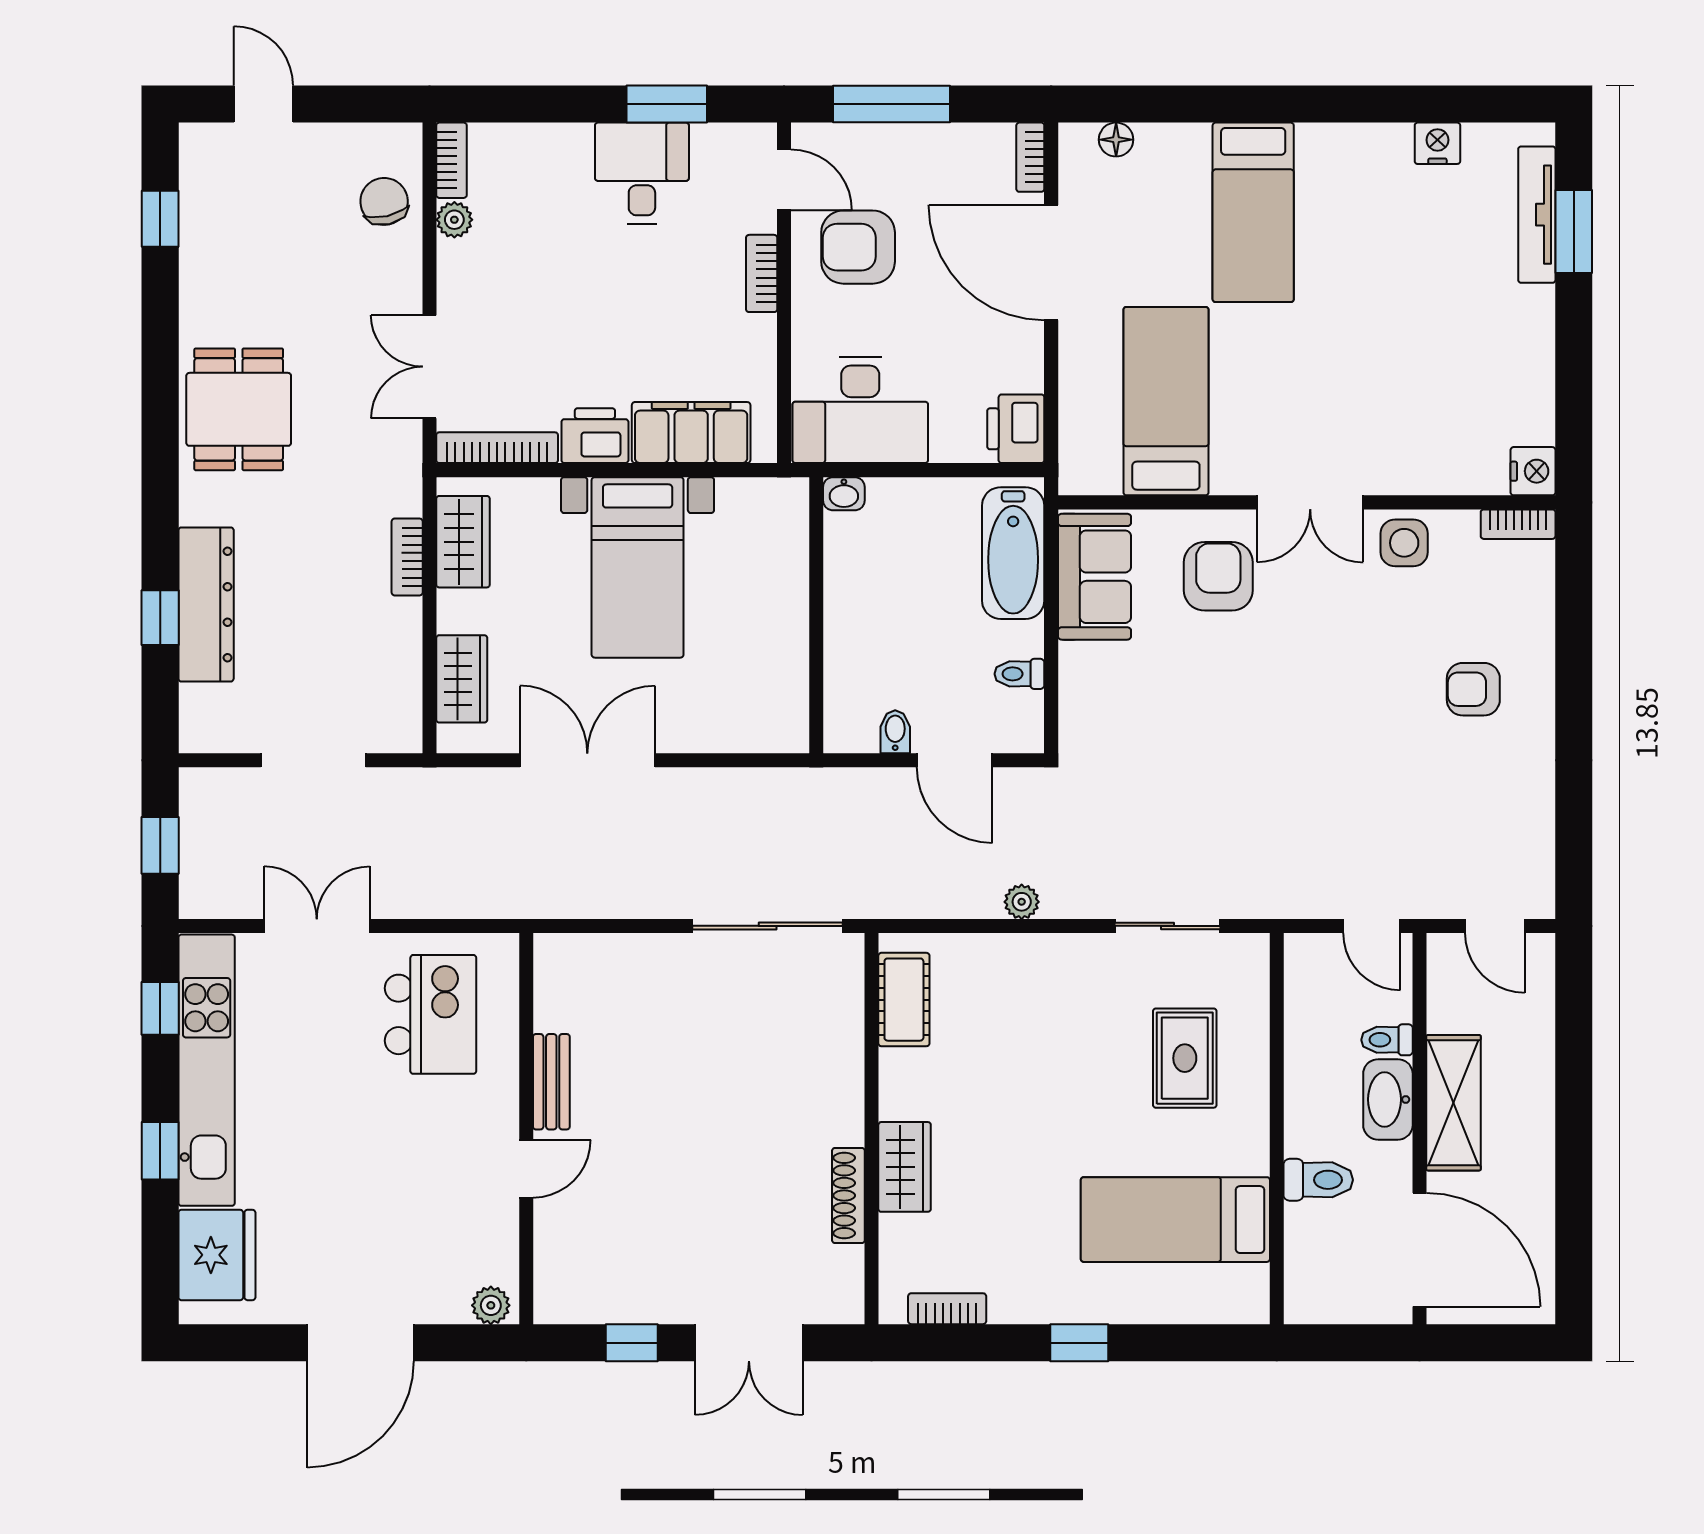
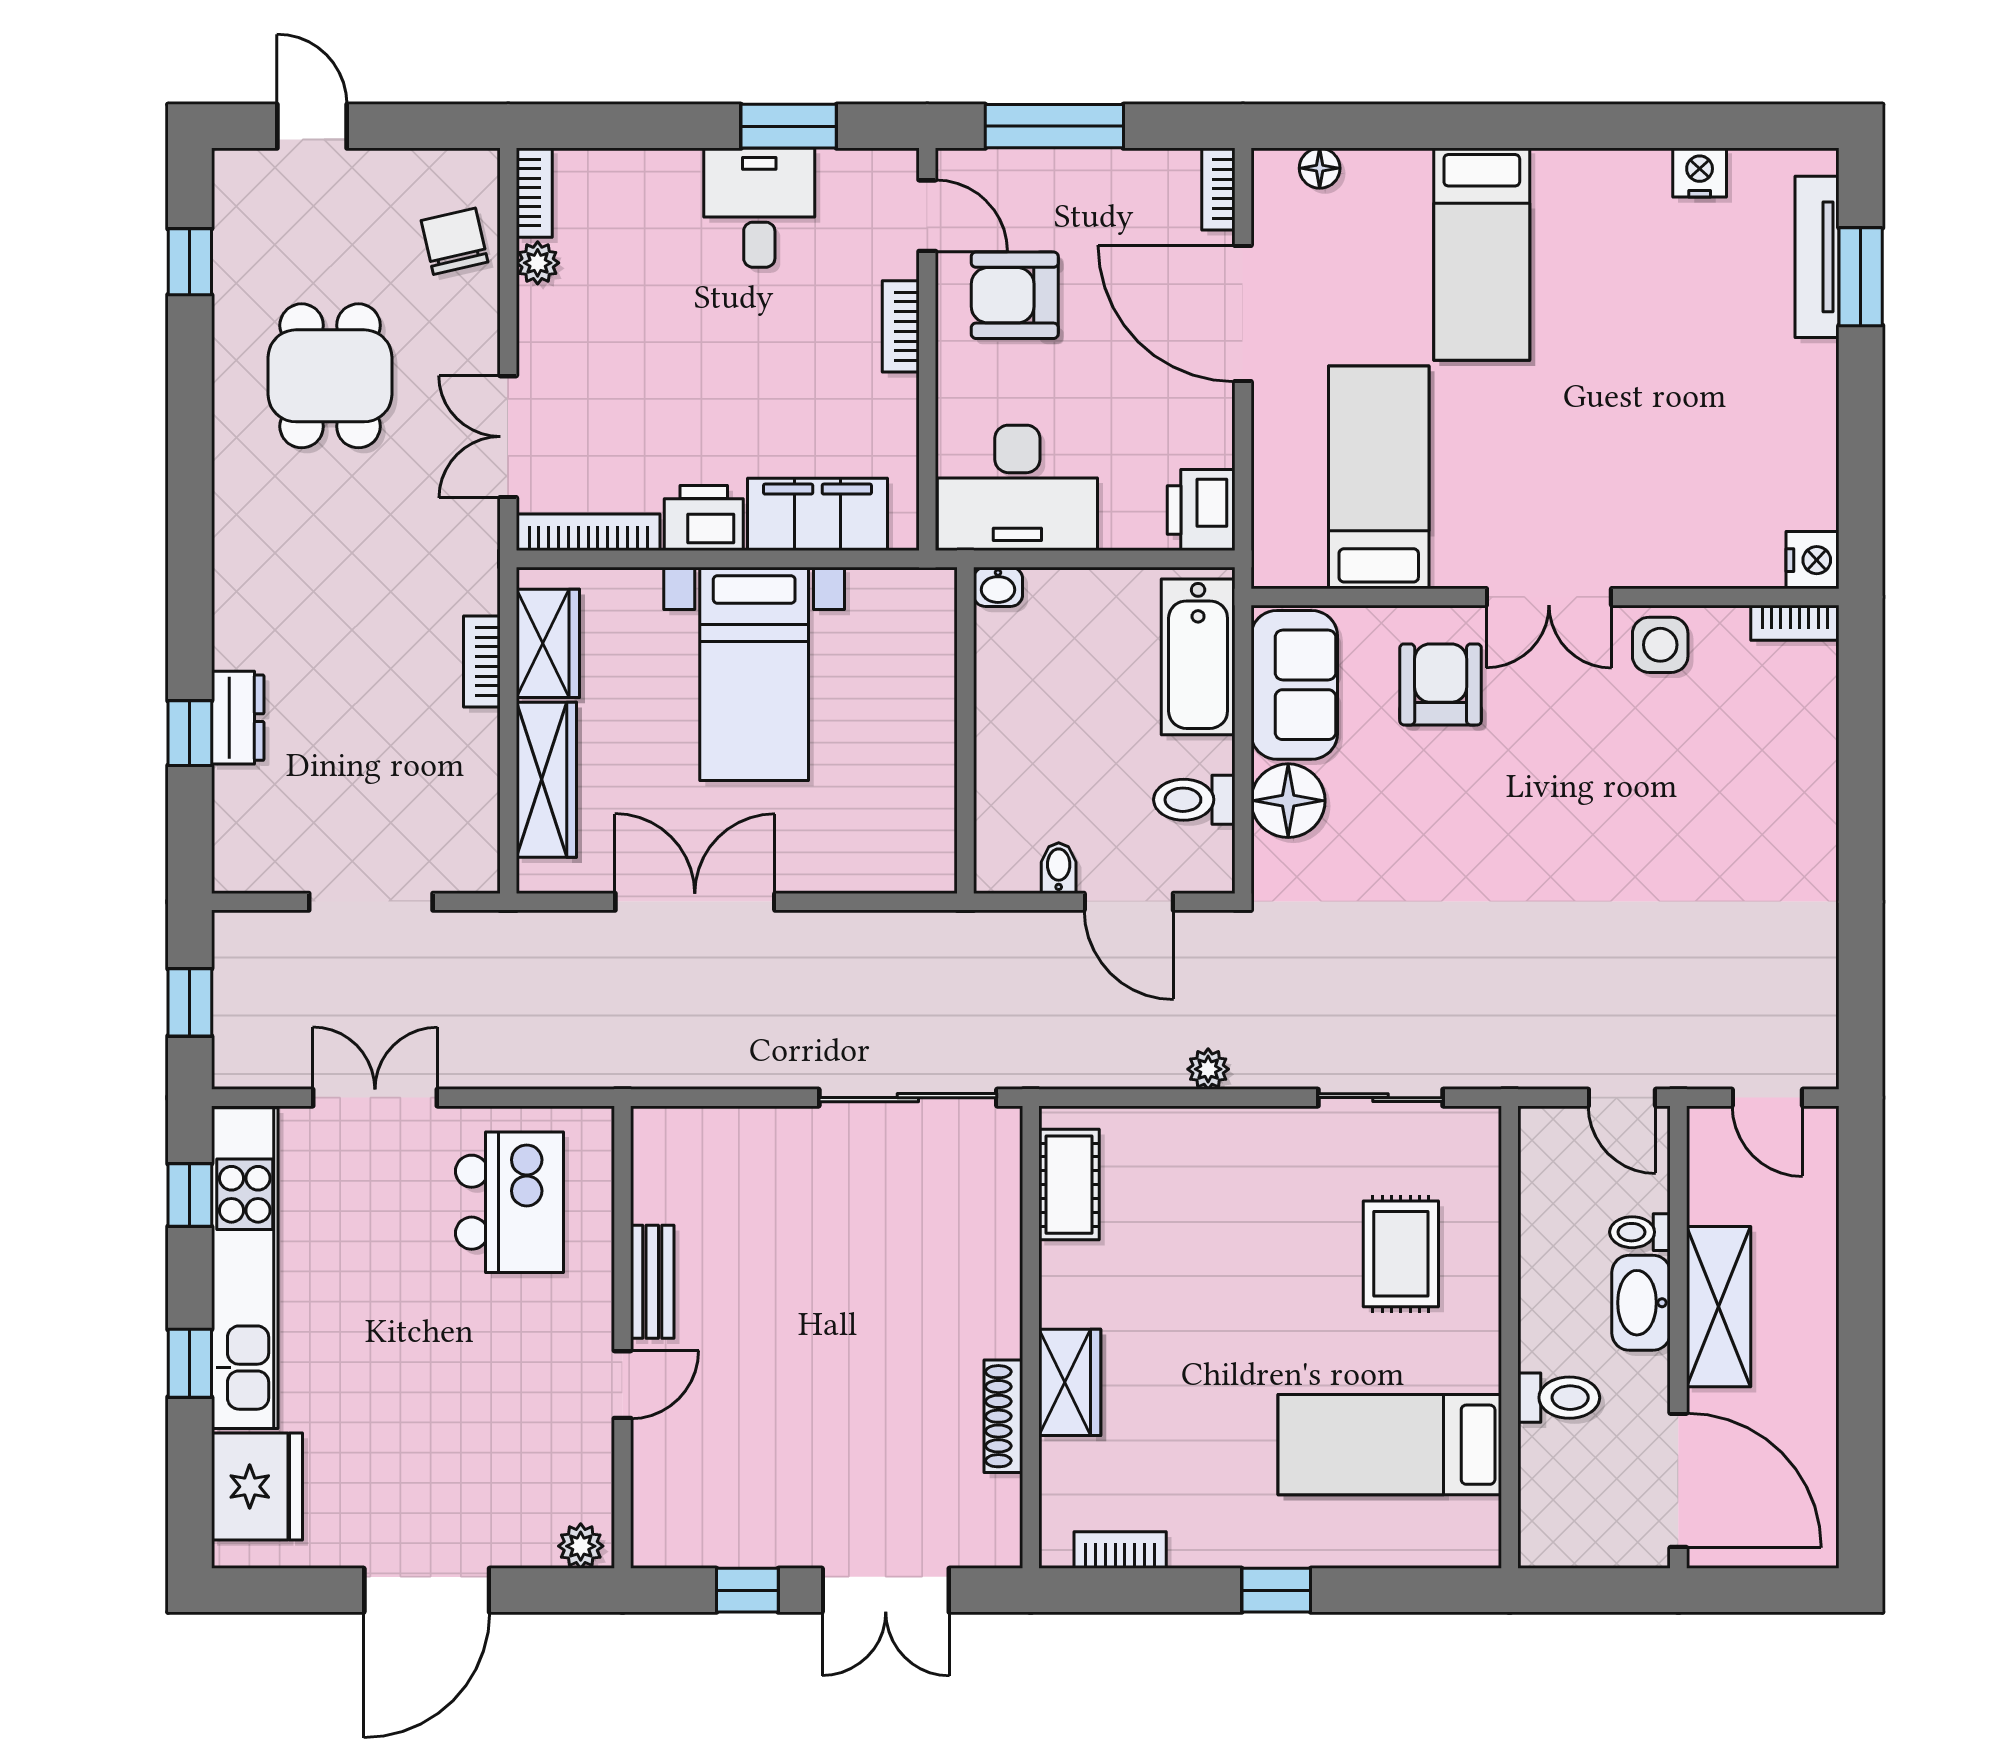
dining table: (239, 409) -> (330, 376), moved
dresser: (206, 604) -> (238, 718), width x0.51, depth x0.80
toilet: (1019, 674) -> (1194, 800), width x1.37, depth x1.39
floor lamp: (1089, 675) -> (1288, 801), added
wardrobe: (462, 679) -> (546, 780), width x1.50
armchair: (1473, 689) -> (1742, 818), removed

